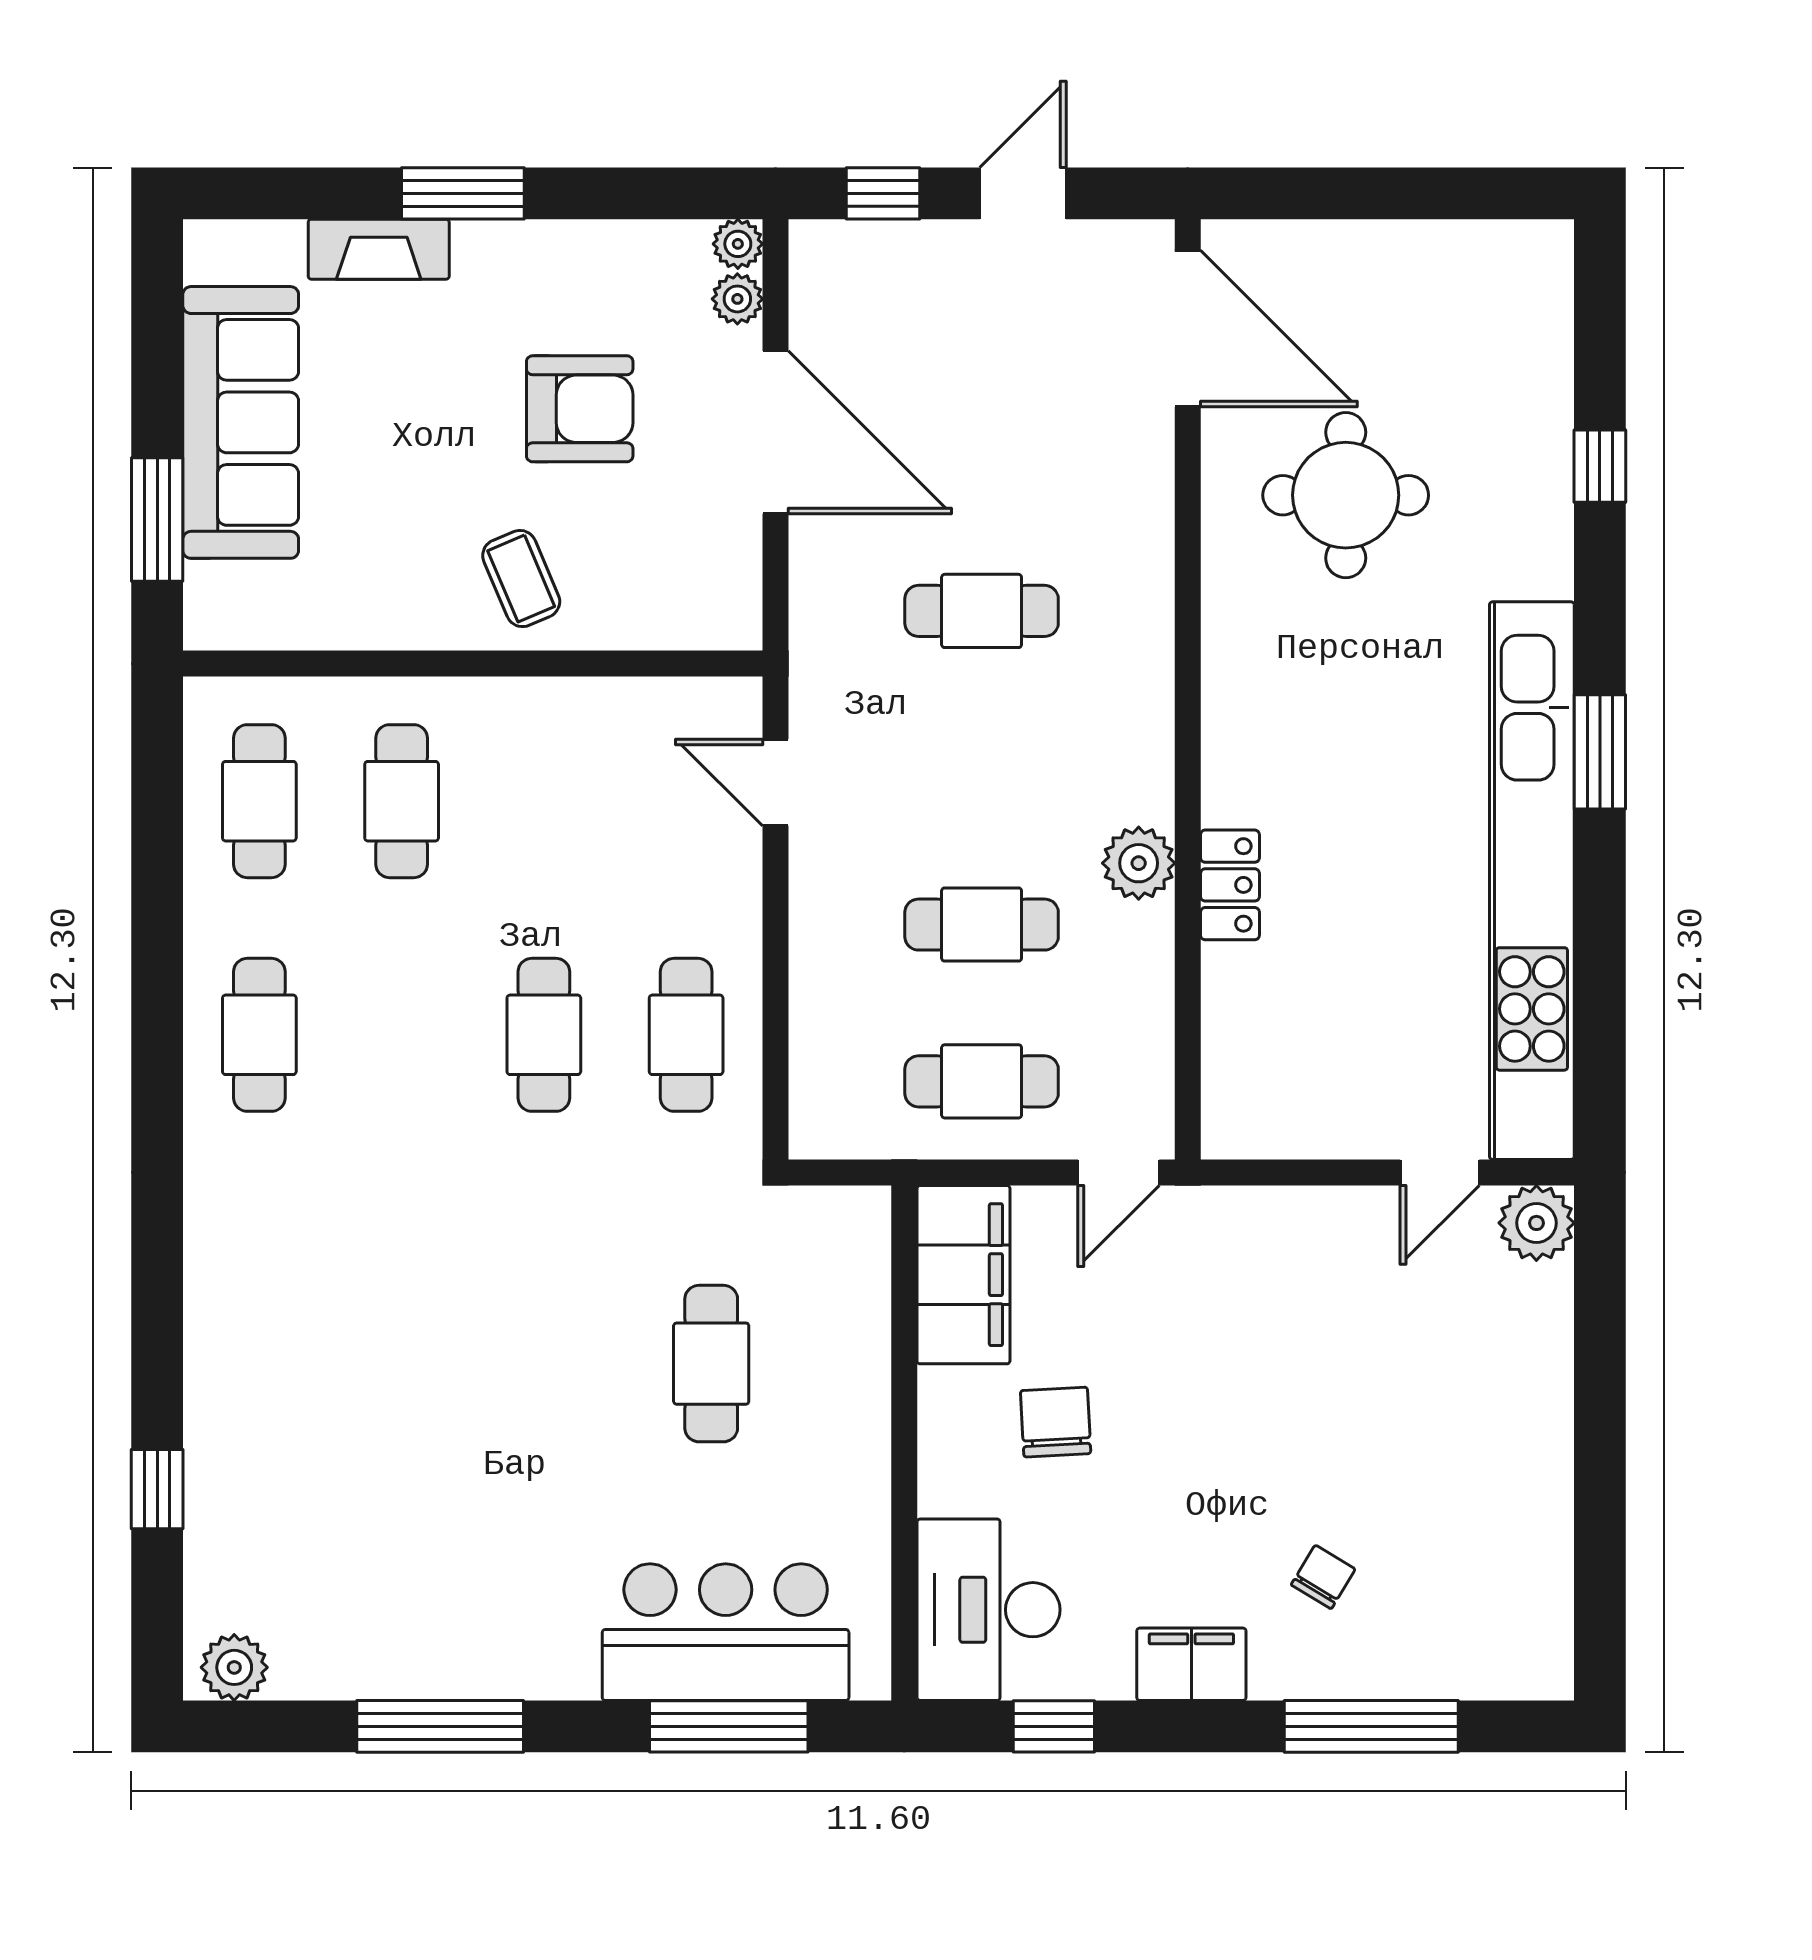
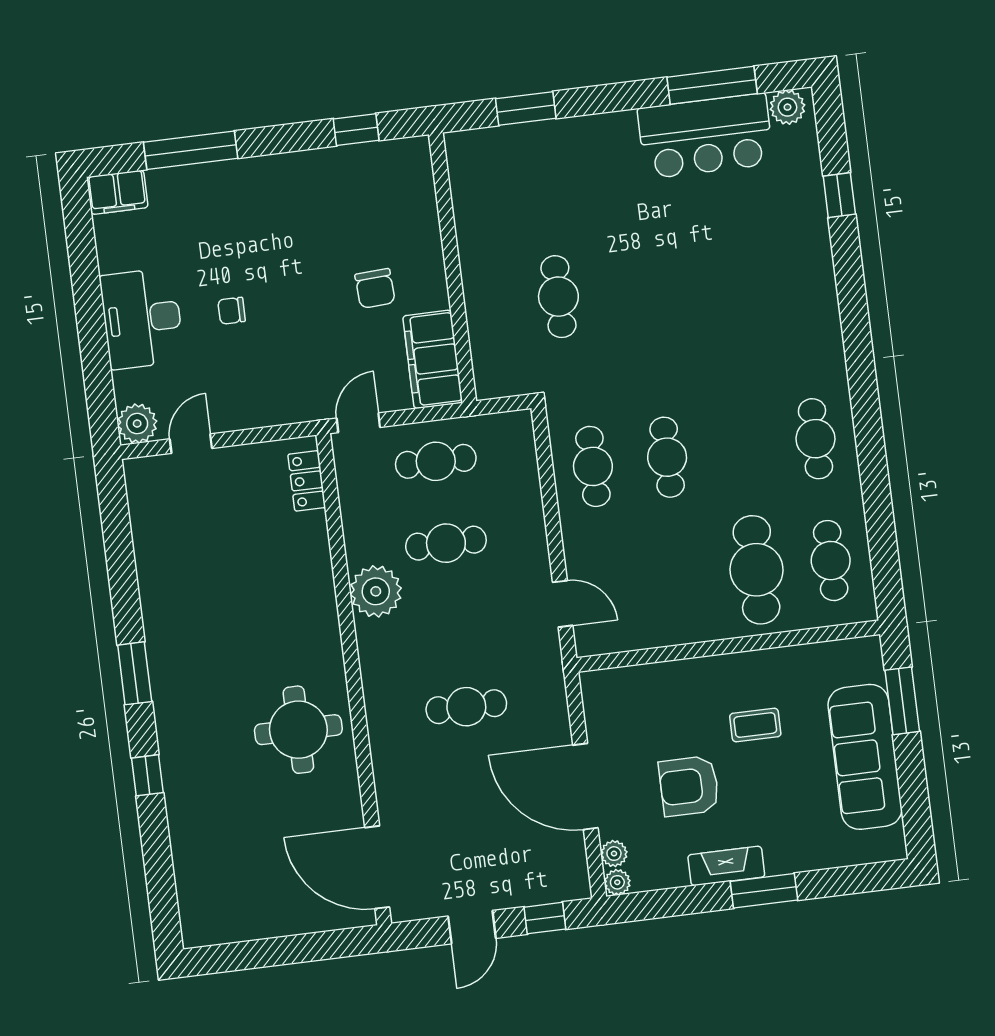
fireplace: (379, 249) -> (726, 866), moved
window: (1600, 466) -> (147, 775), moved
round table: (1346, 495) -> (298, 730), moved
coffee table: (521, 579) -> (755, 725), moved, turned -67
cafe table: (402, 801) -> (756, 570), width x1.37, depth x1.35
plant: (1139, 863) -> (376, 591), width x1.36, depth x1.36
kitchen unit: (1532, 881) -> (162, 602), removed
locker: (1230, 885) -> (307, 481), moved
chair: (1323, 1577) -> (232, 311), moved, turned 59
desk: (989, 1610) -> (142, 319), moved, turned 180
bar counter: (726, 1632) -> (706, 136), moved
filing cabinet: (1191, 1664) -> (117, 192), moved
window: (440, 1726) -> (712, 85), moved
window: (729, 1726) -> (526, 109), width x0.69

